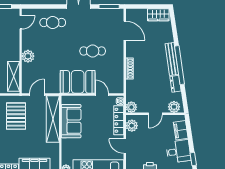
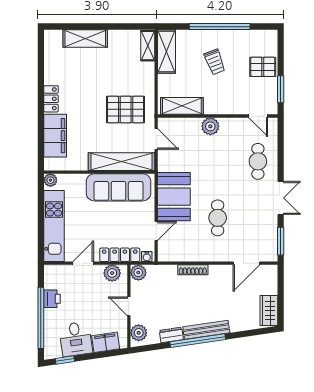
sofa: (71, 121) -> (119, 187), width x1.36

